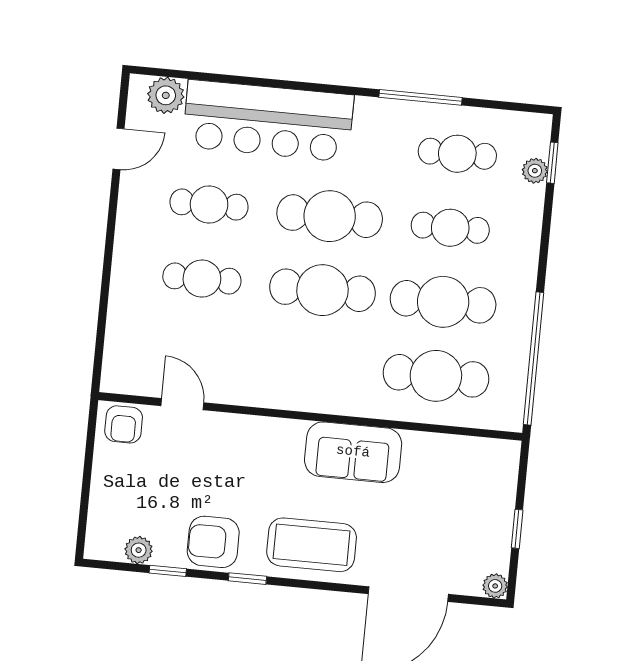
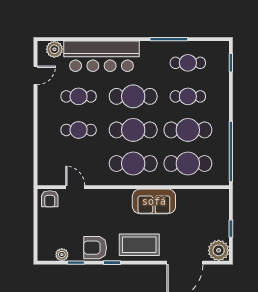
plant: (535, 171) -> (223, 67), removed
cafe table: (315, 364) -> (133, 163), added
plant: (495, 586) -> (219, 250), width x1.87, depth x1.87

